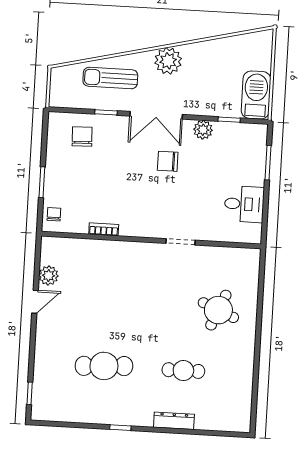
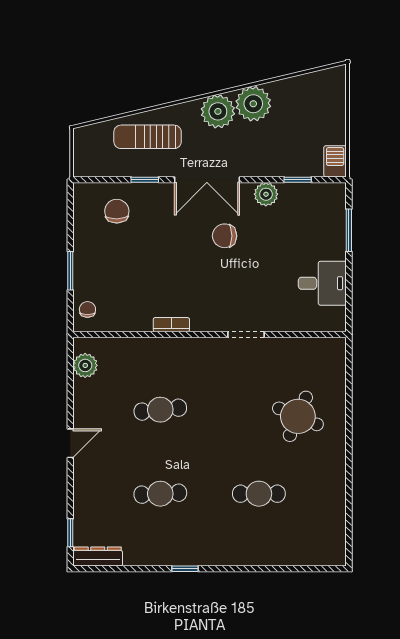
plant: (197, 56) -> (253, 104), added
barbecue: (256, 95) -> (335, 161), width x0.53, depth x0.65
bookcase: (104, 229) -> (171, 325), moved
plant: (49, 276) -> (85, 365), moved
cafe table: (108, 298) -> (160, 410), added
door: (35, 302) -> (70, 443), moved
cafe table: (104, 366) -> (160, 494), width x0.73, depth x0.74
dresser: (174, 421) -> (98, 556), moved

